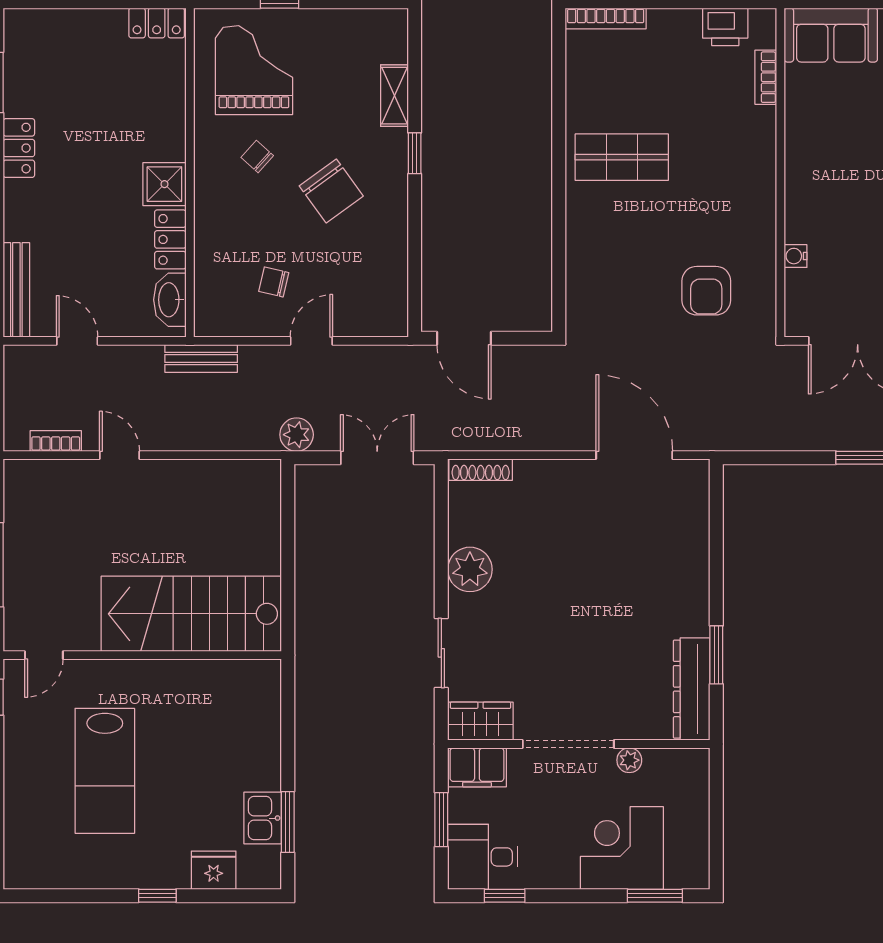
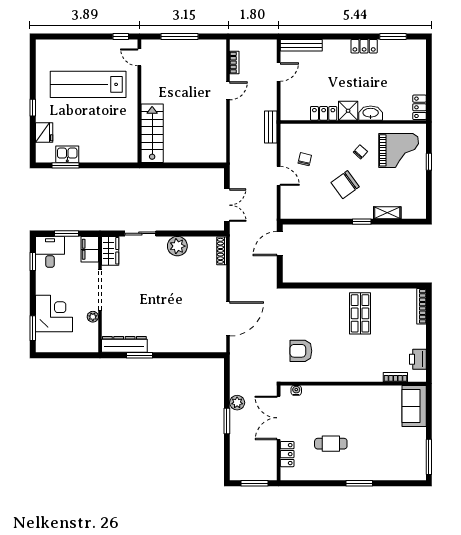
water cooler: (796, 256) -> (296, 390), moved
washbasin: (170, 300) -> (371, 113), moved
plant: (297, 435) -> (237, 403), moved
stairs: (191, 614) -> (152, 133), width x0.73, depth x0.66
lab bench: (105, 771) -> (88, 84), width x1.36

